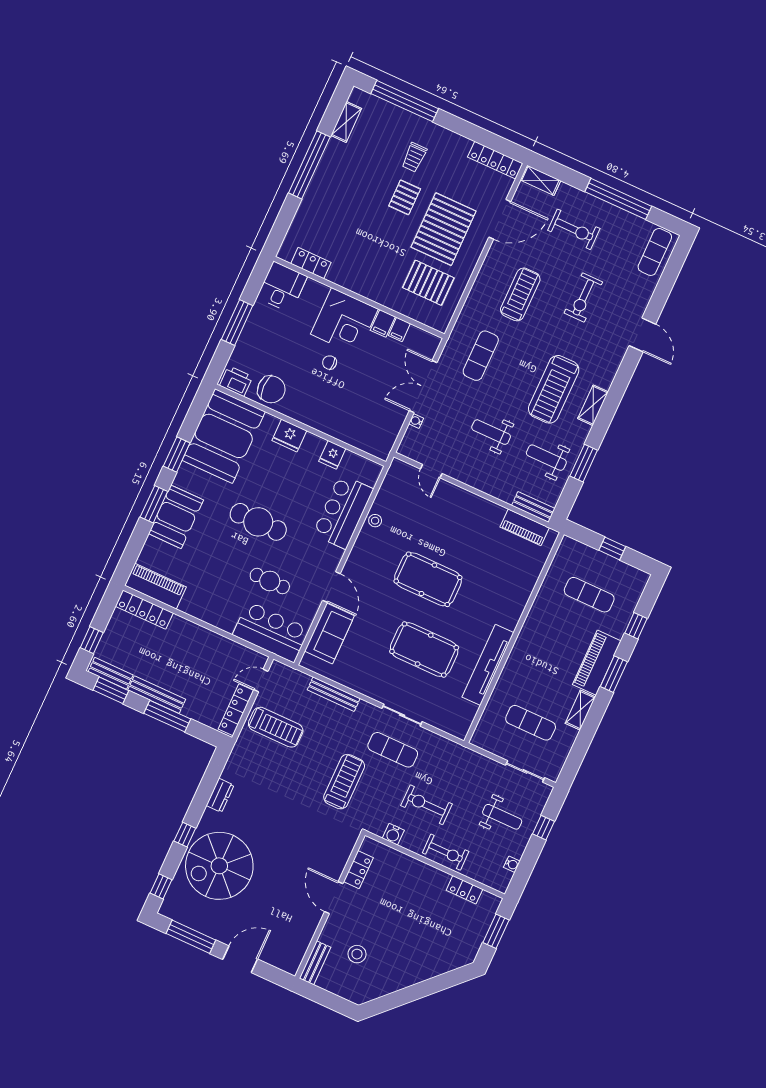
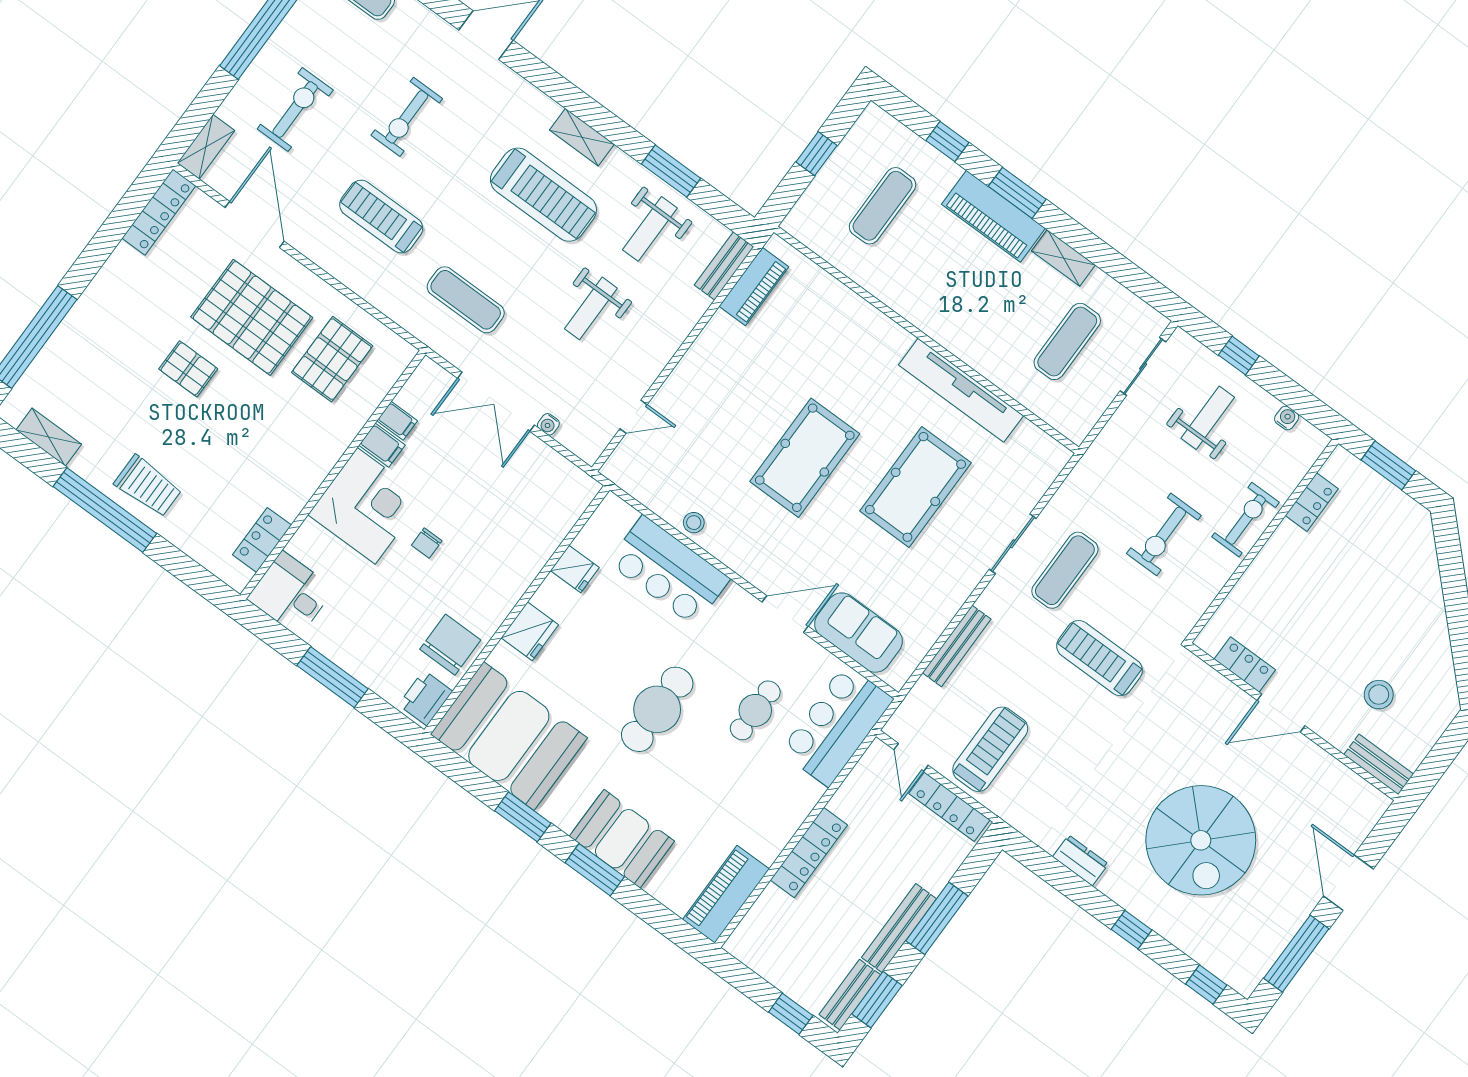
trolley: (414, 157) -> (148, 486), moved, width x1.36, depth x1.39
exercise bike: (583, 297) -> (407, 117), turned 90
locker: (144, 610) -> (809, 852), moved
water cooler: (393, 834) -> (1200, 597), removed
spiral stairs: (219, 866) -> (1201, 840), moved

